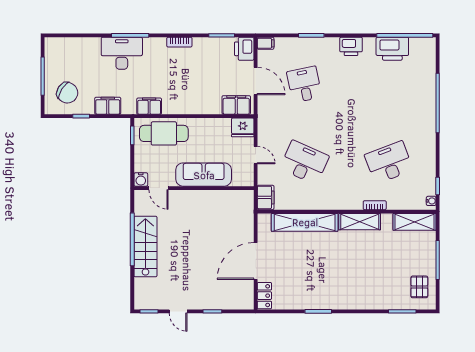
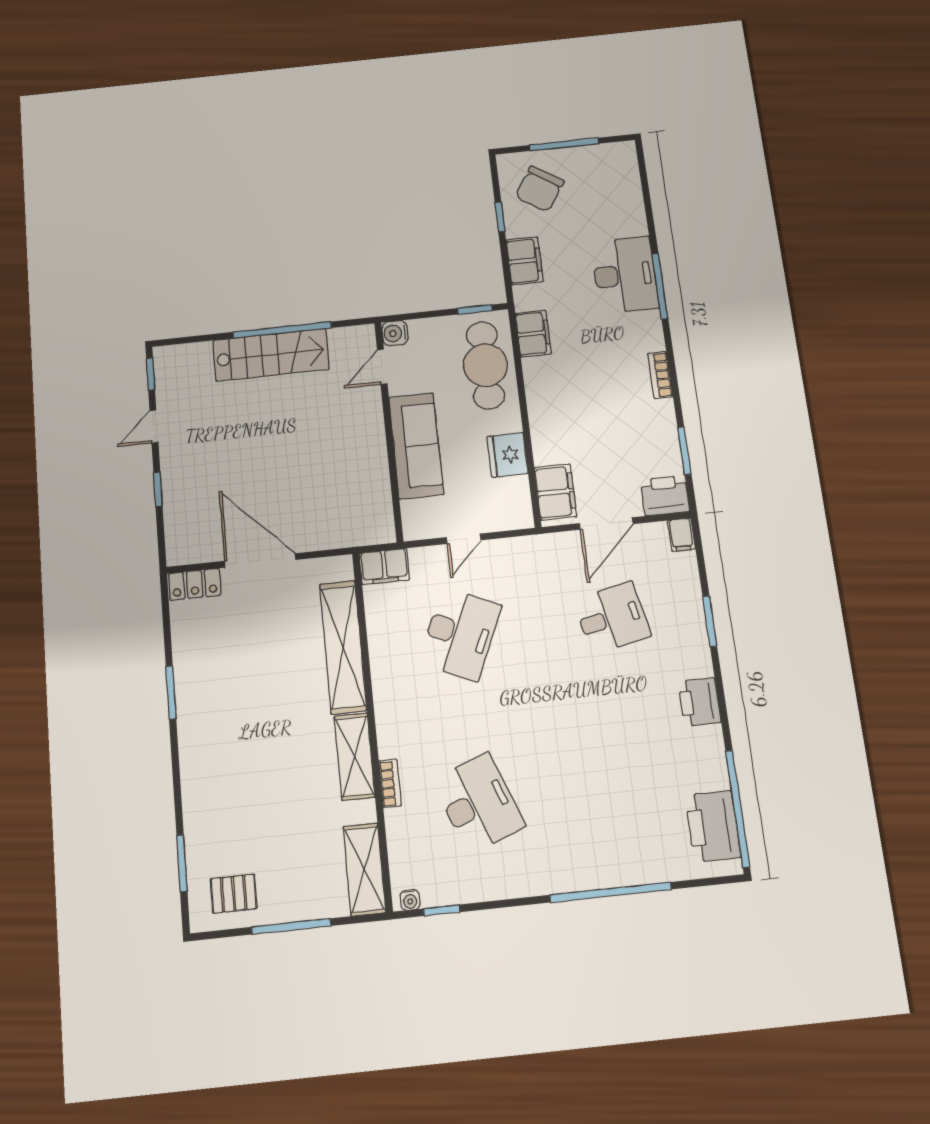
printer: (392, 49) -> (713, 826), moved
fridge: (243, 127) -> (508, 455), moved

